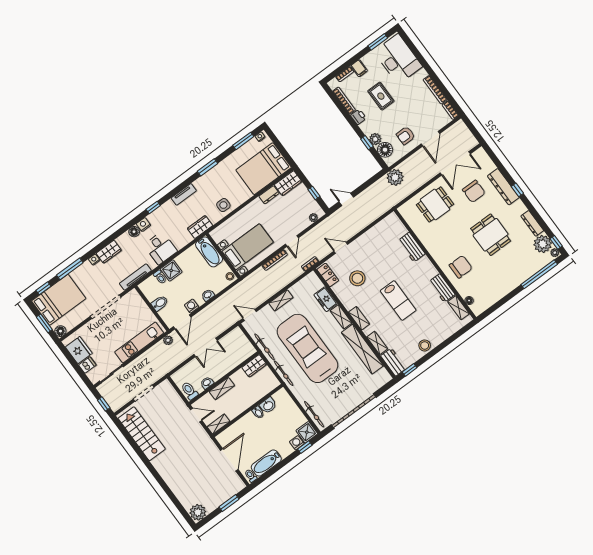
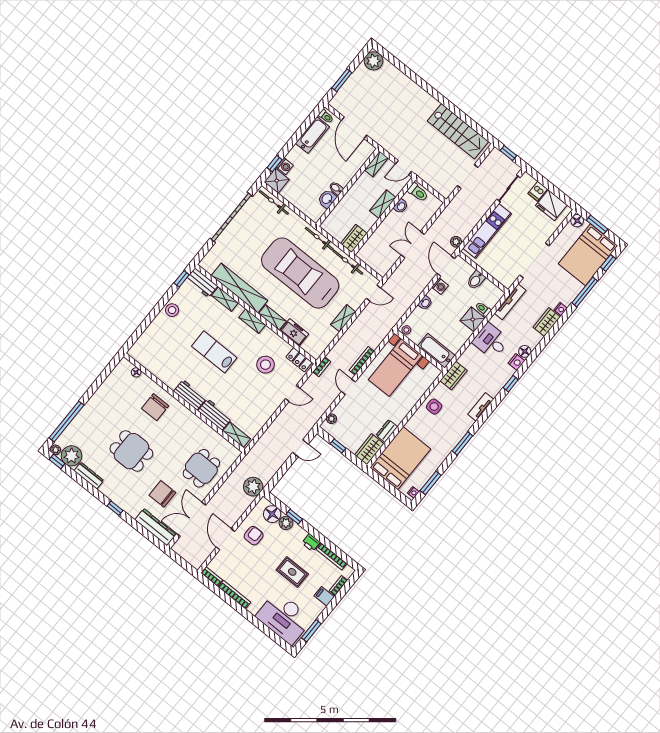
dresser: (503, 187) -> (155, 527), moved
workbench: (442, 288) -> (190, 395), moved
shelving: (459, 308) -> (237, 435), moved
car: (307, 348) -> (300, 273), turned 180

